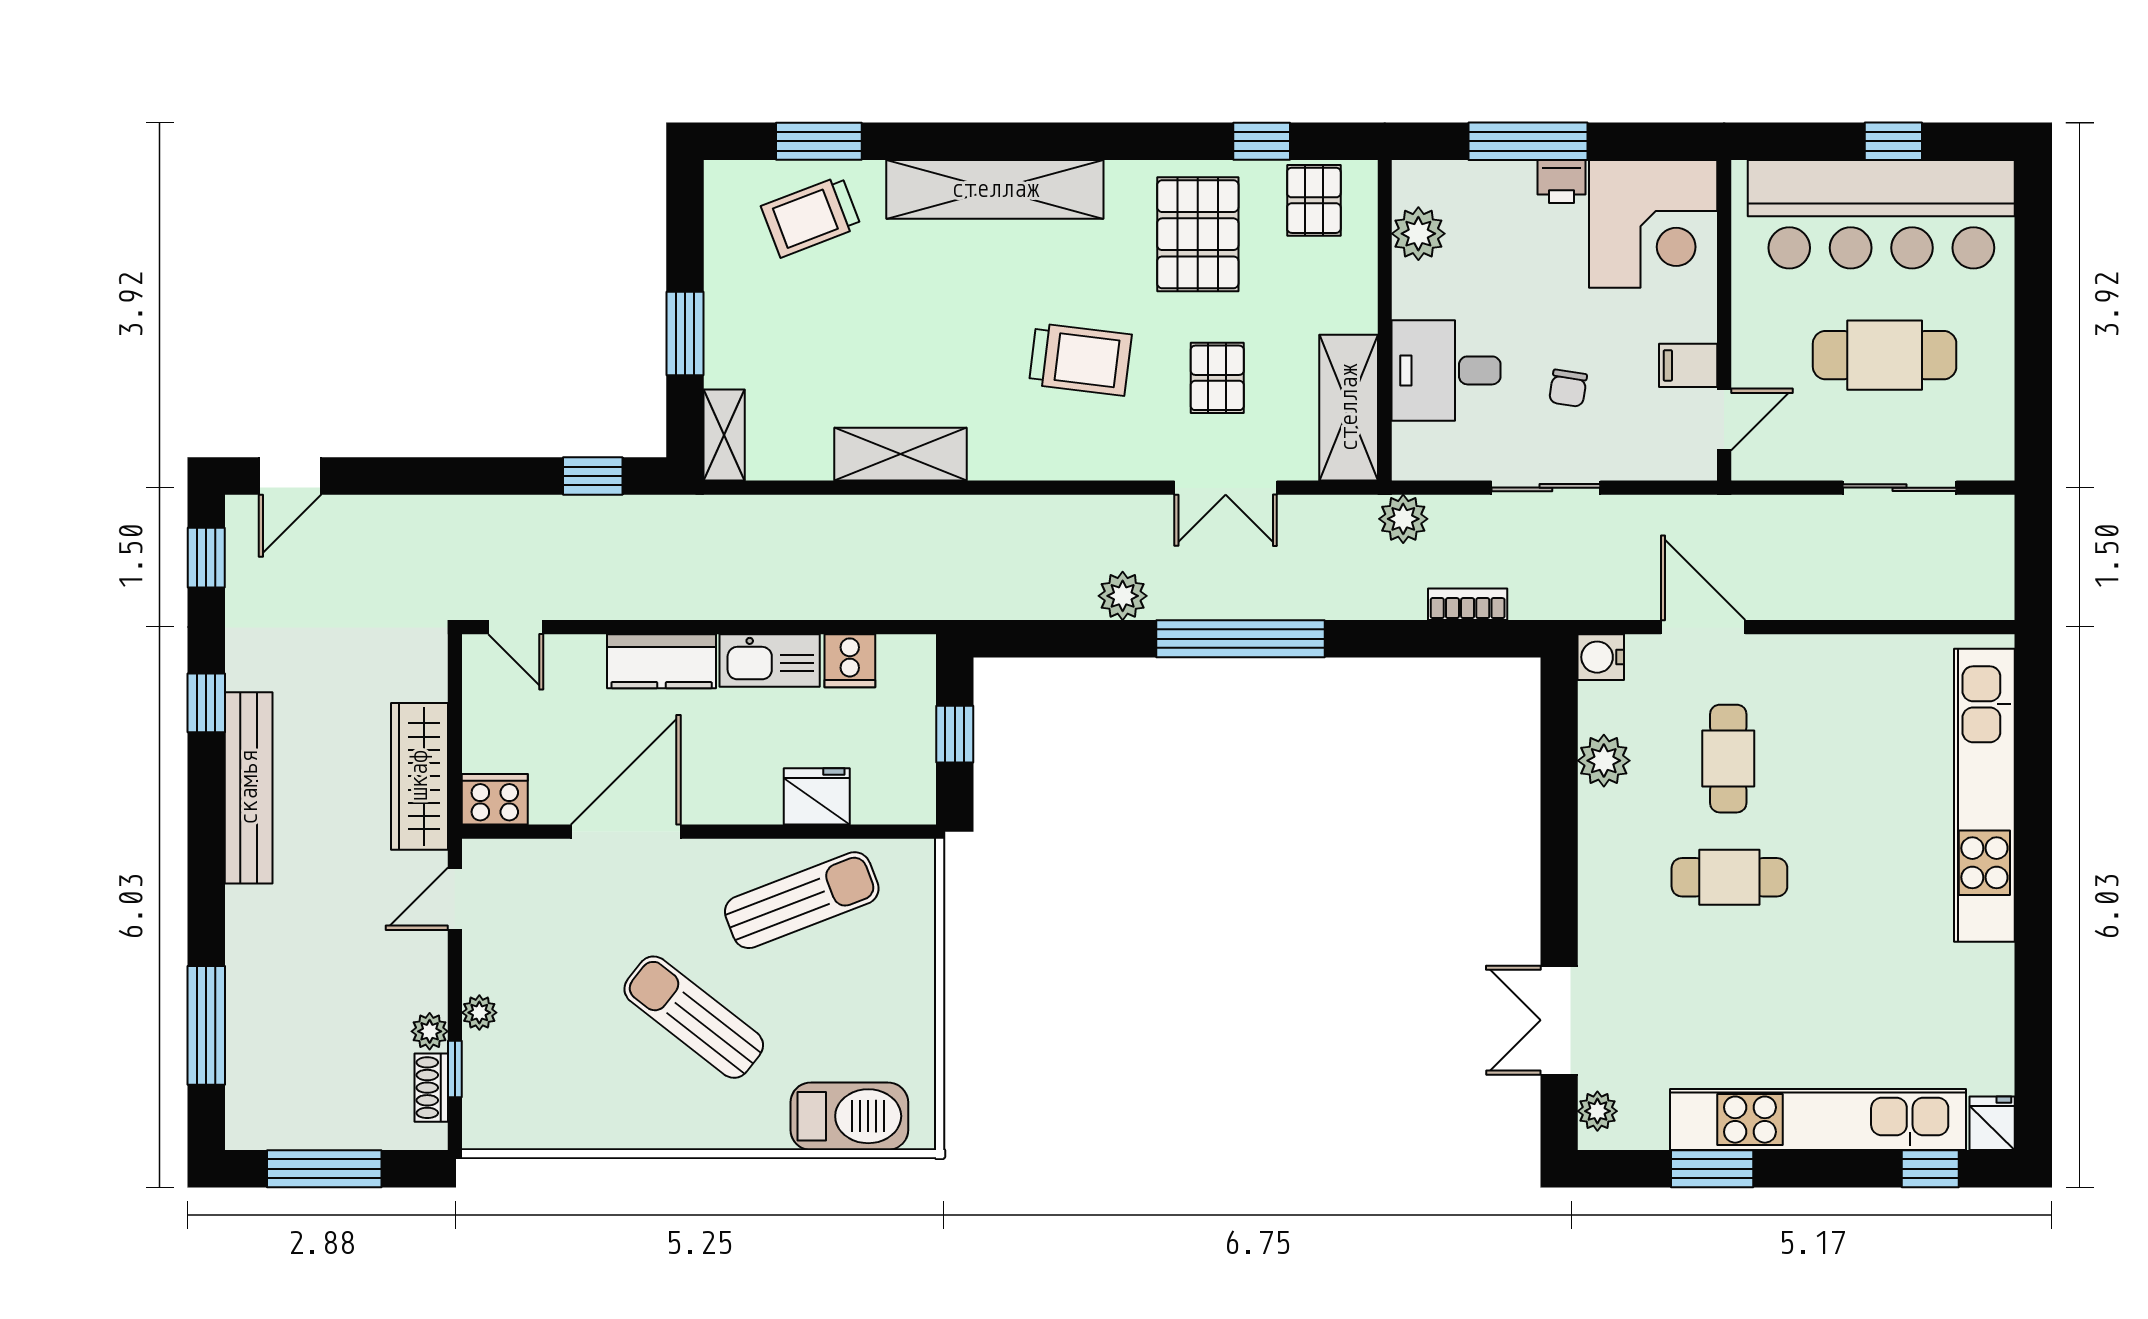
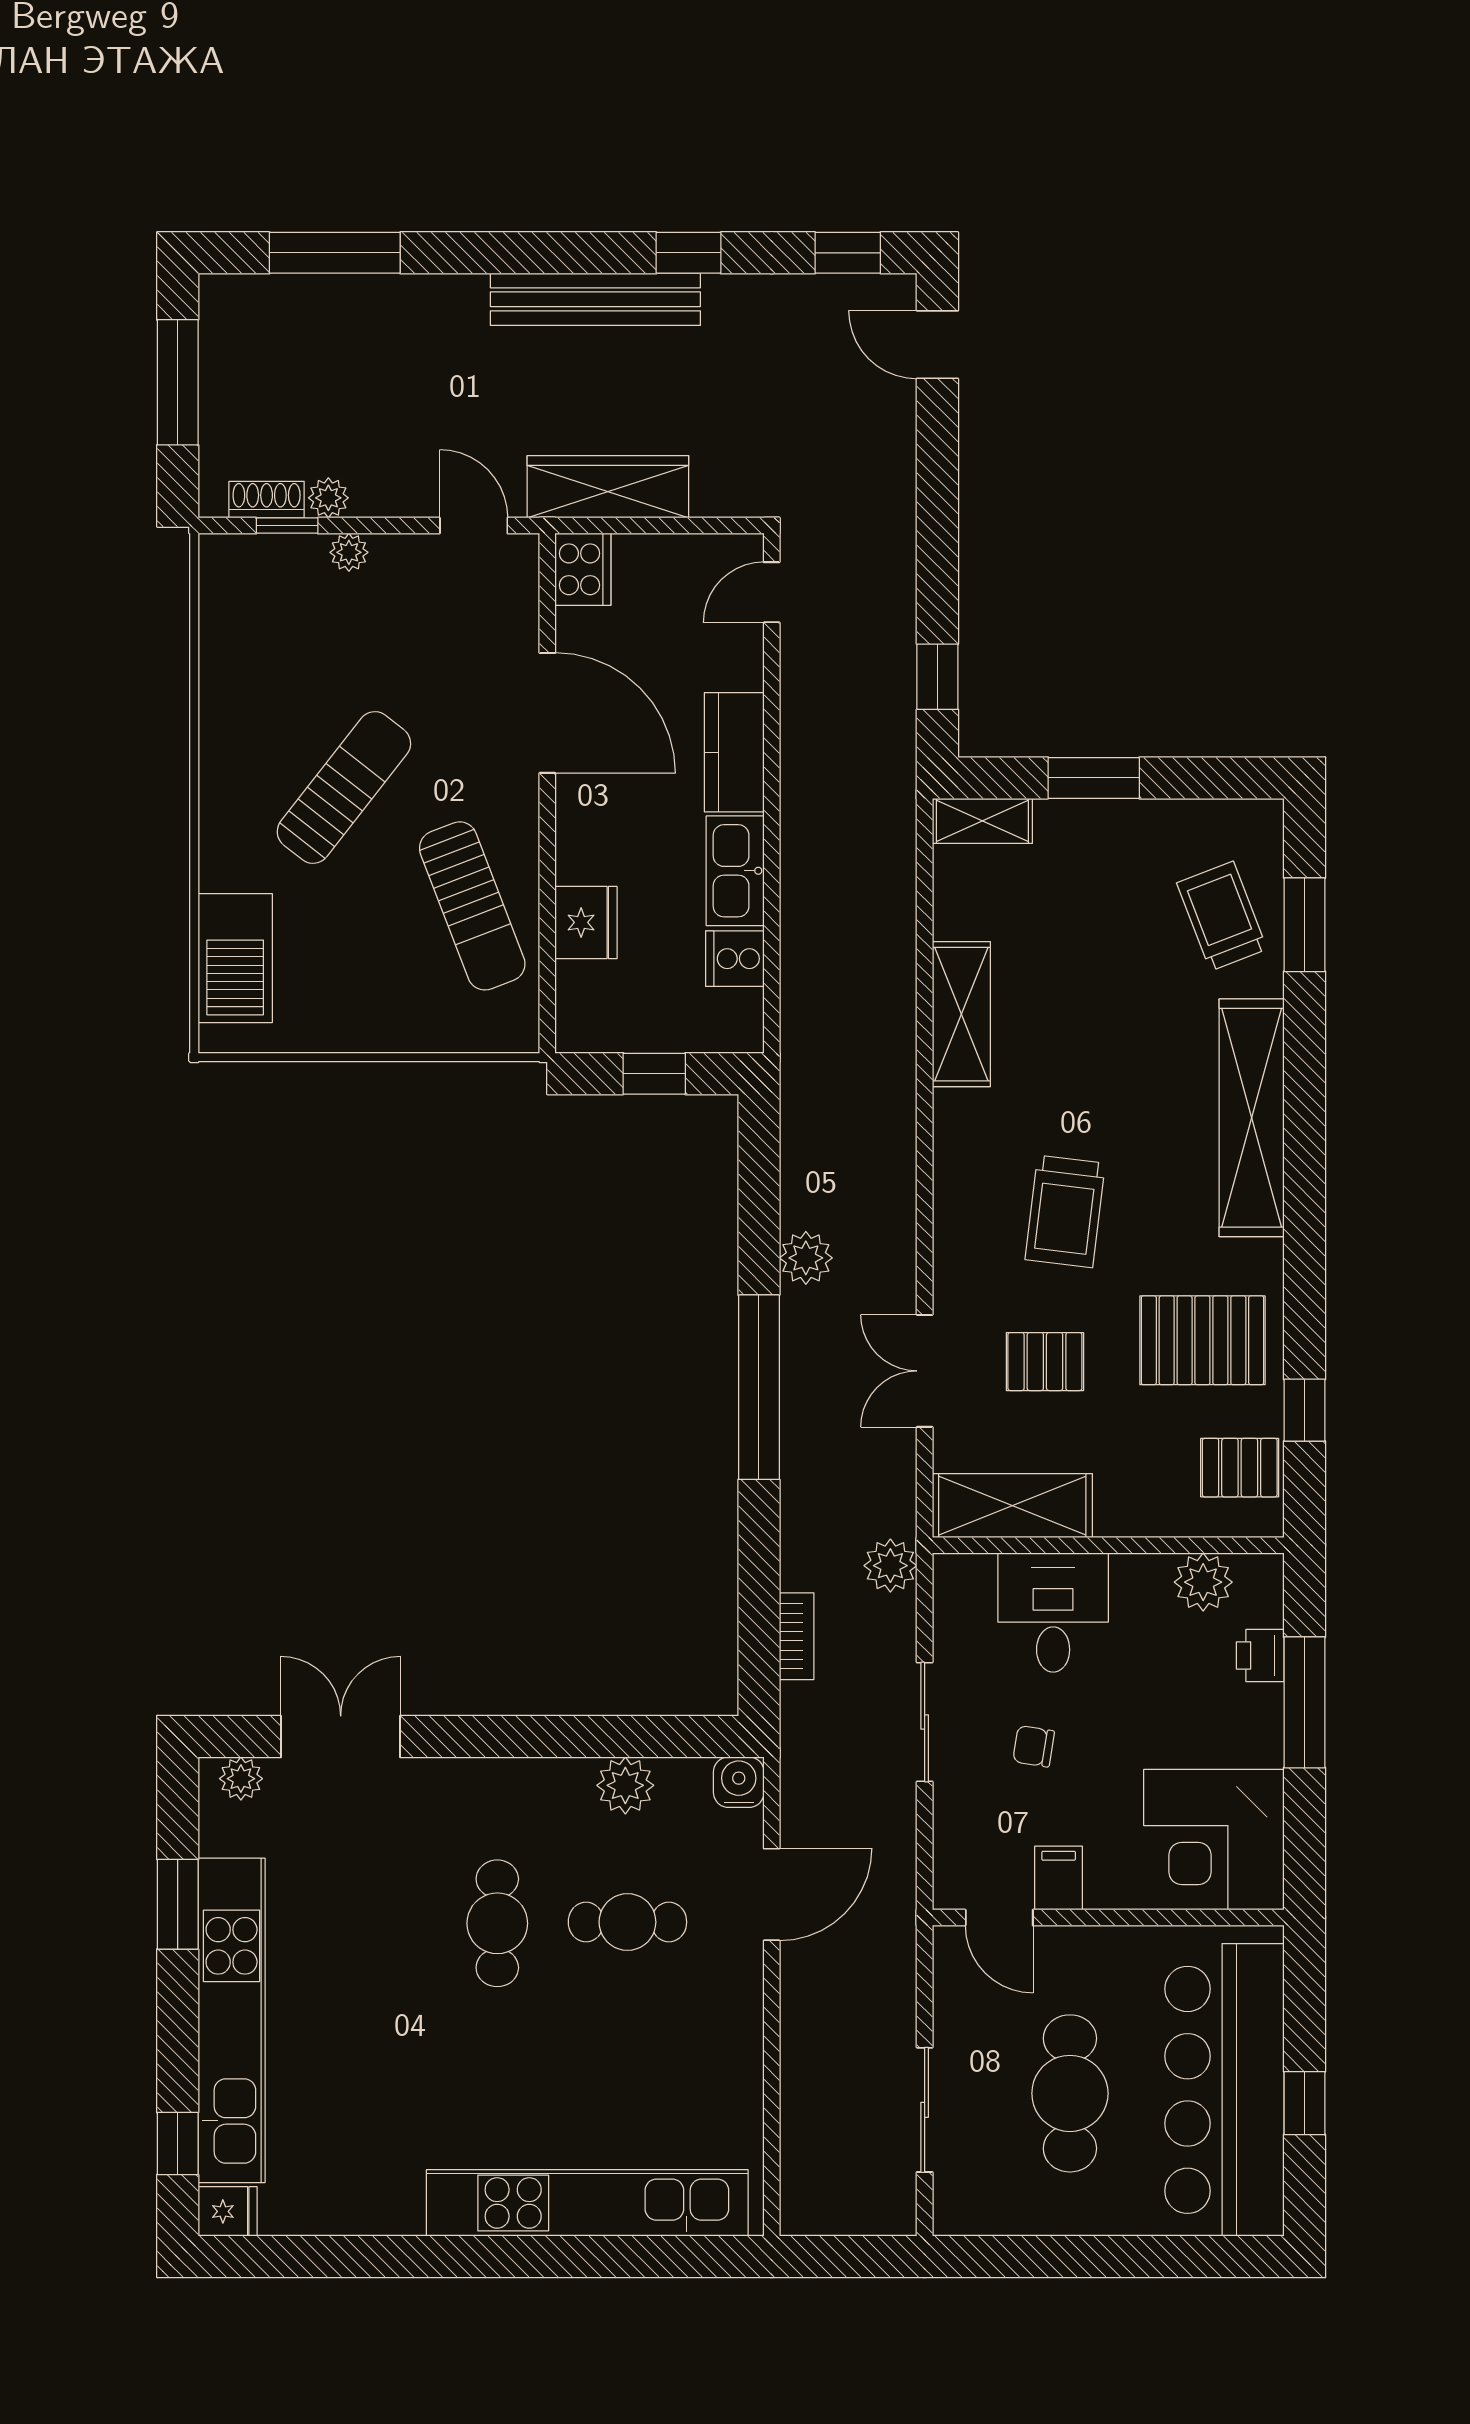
printer: (1562, 182) -> (1260, 1655), moved

